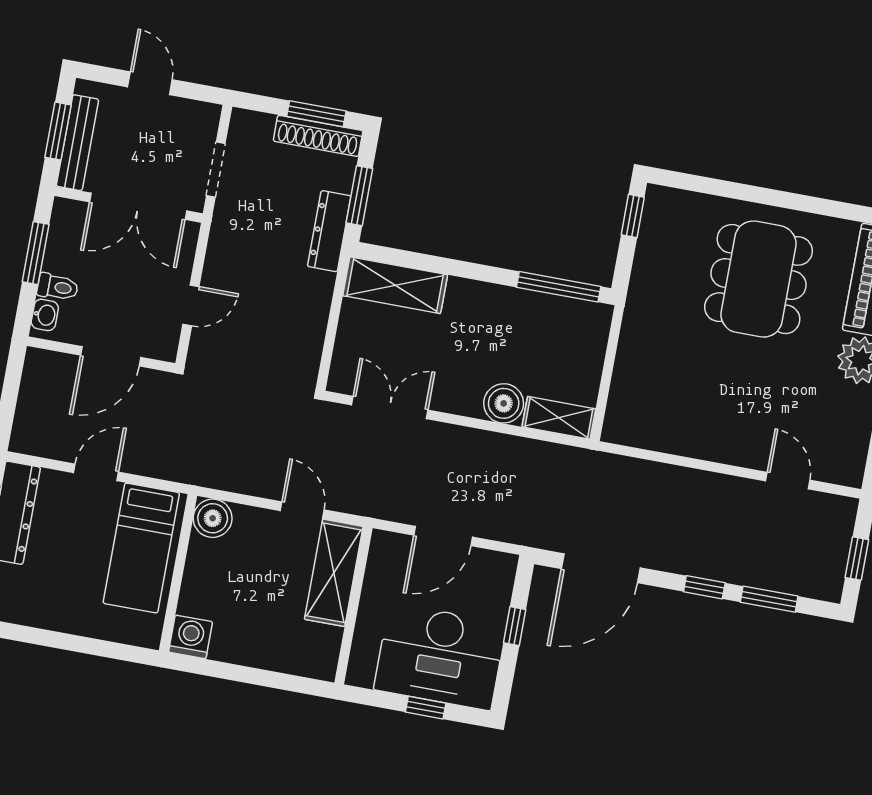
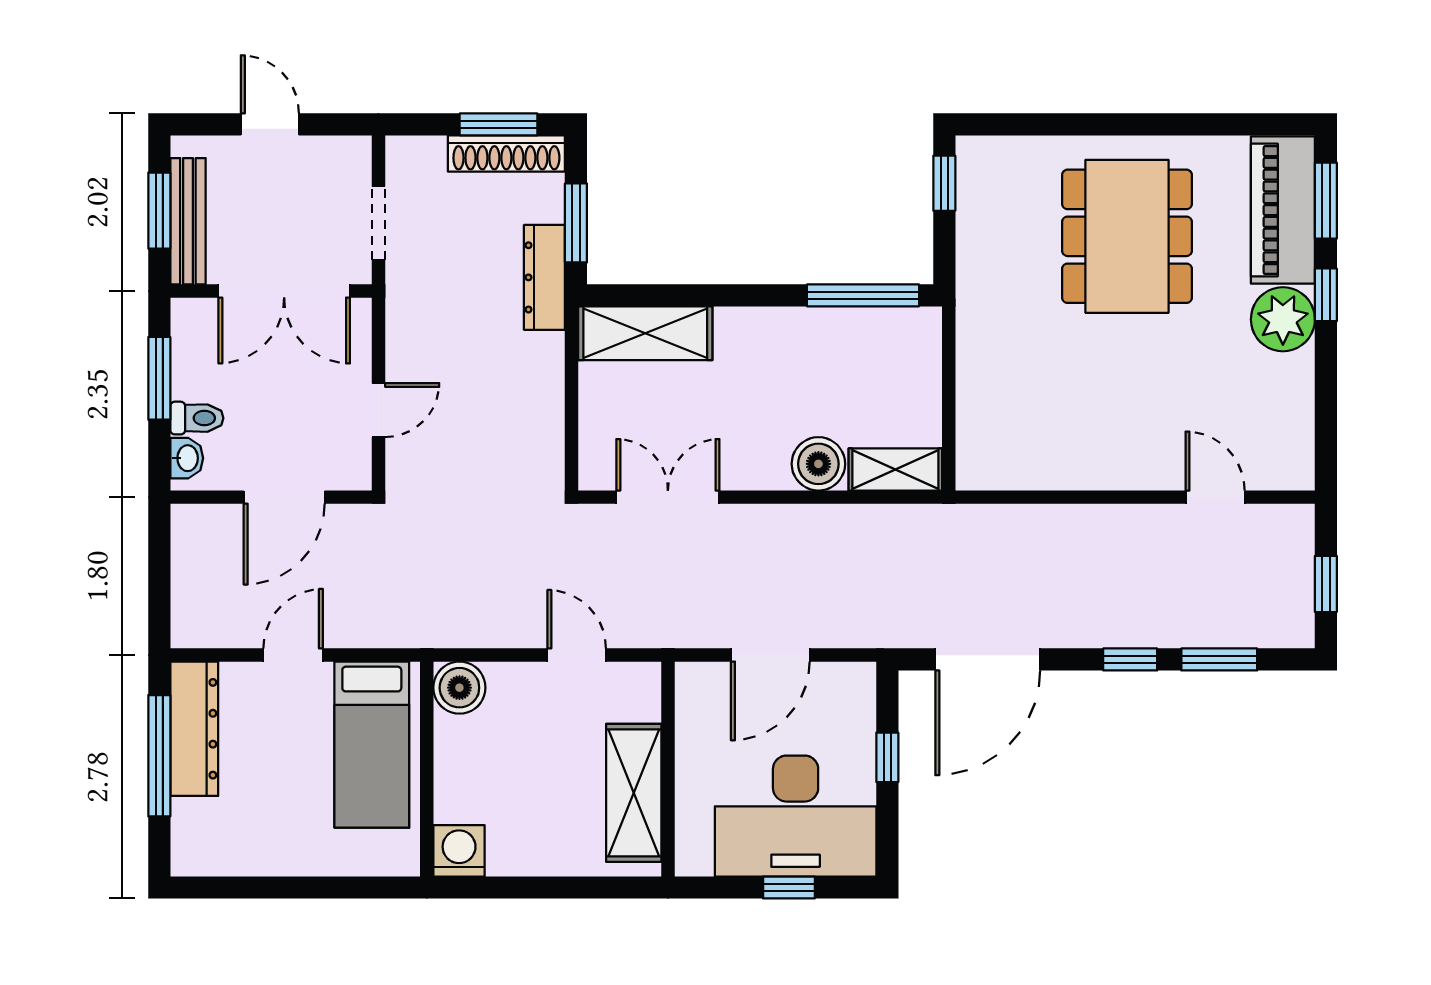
shelving: (334, 573) -> (634, 793), moved

